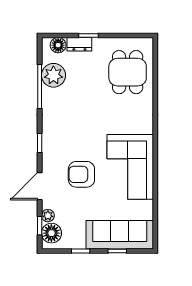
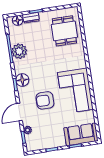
plant: (53, 75) -> (19, 51), moved
floor lamp: (51, 233) -> (22, 80), moved
sofa: (120, 235) -> (81, 134), width x0.73

